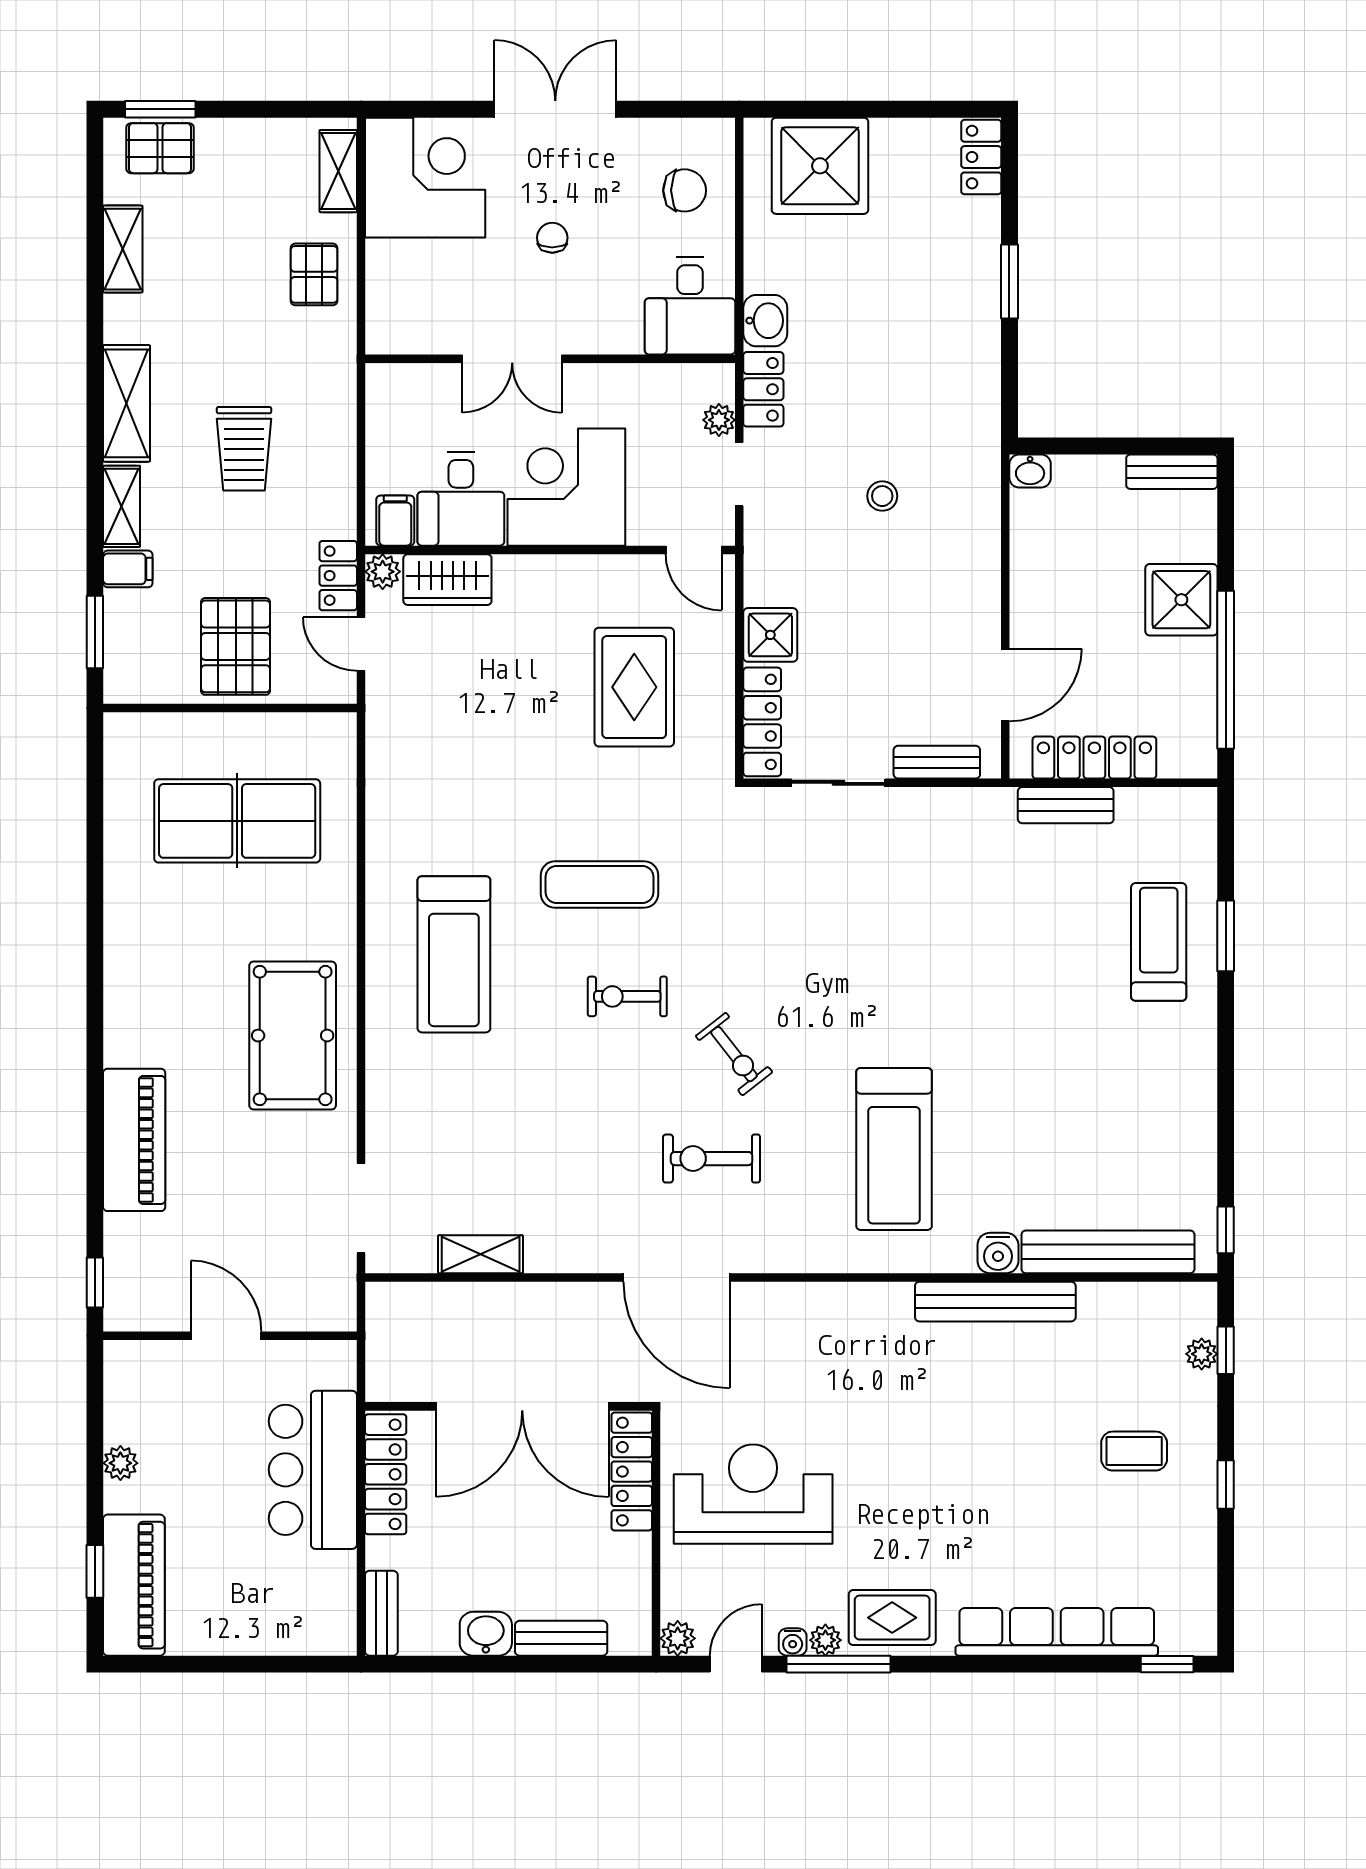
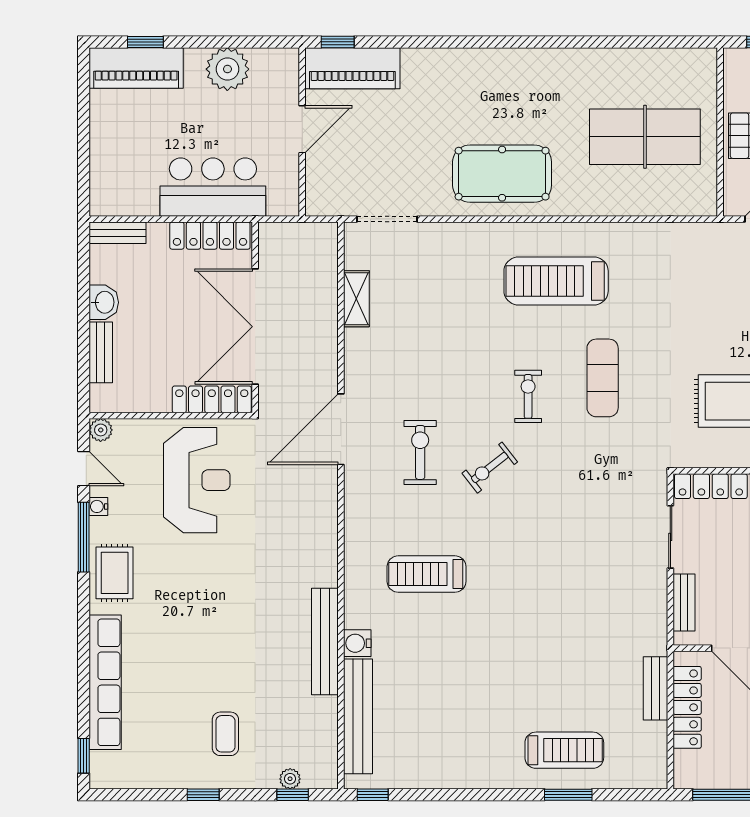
table tennis table: (237, 821) -> (645, 137), turned 90
piano: (134, 1140) -> (352, 68), moved
treadmill: (894, 1149) -> (427, 574), width x0.73, depth x0.73
plant: (120, 1463) -> (227, 69), width x1.88, depth x1.88
plant: (825, 1640) -> (100, 528), removed

